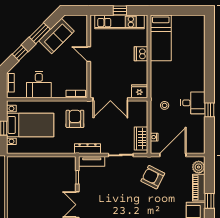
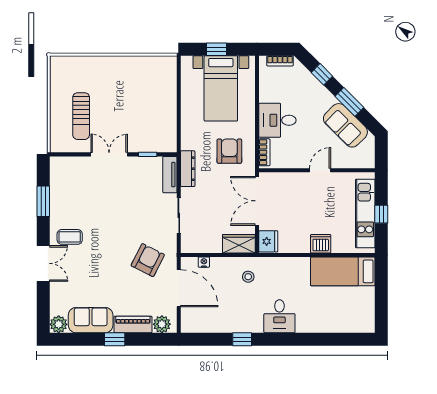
desk: (39, 85) -> (277, 120), moved
desk: (193, 103) -> (279, 316), moved
armchair: (75, 119) -> (229, 151), turned -90
wardrobe: (141, 139) -> (239, 244), moved

